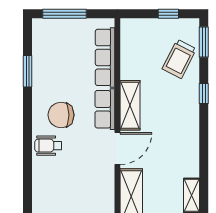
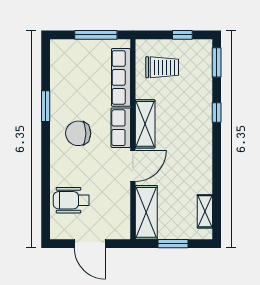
window: (64, 14) -> (96, 35), moved
trolley: (179, 59) -> (162, 67), moved, turned -117
window: (28, 71) -> (46, 106), moved
wheelchair: (48, 146) -> (71, 200), moved, width x1.36, depth x1.37

